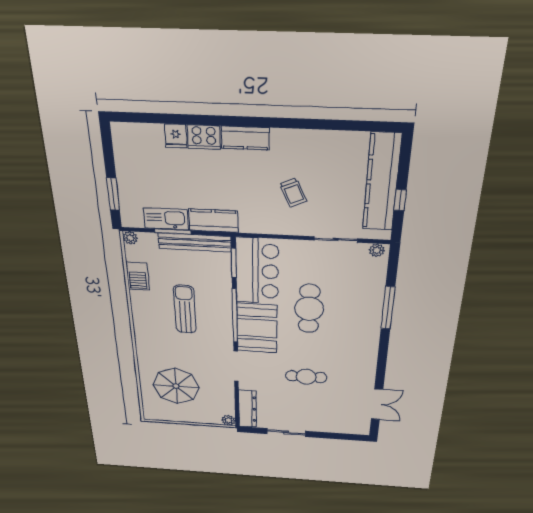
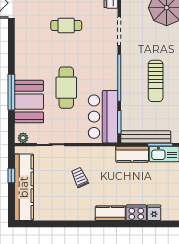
booth: (257, 328) -> (29, 102), moved

